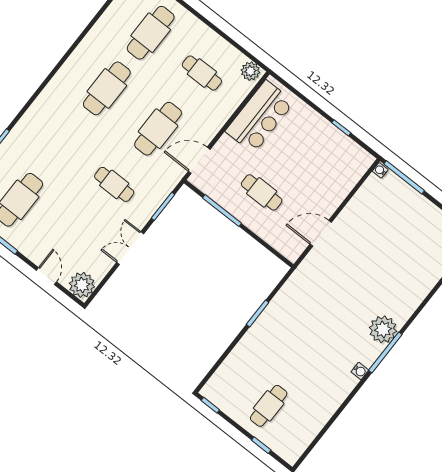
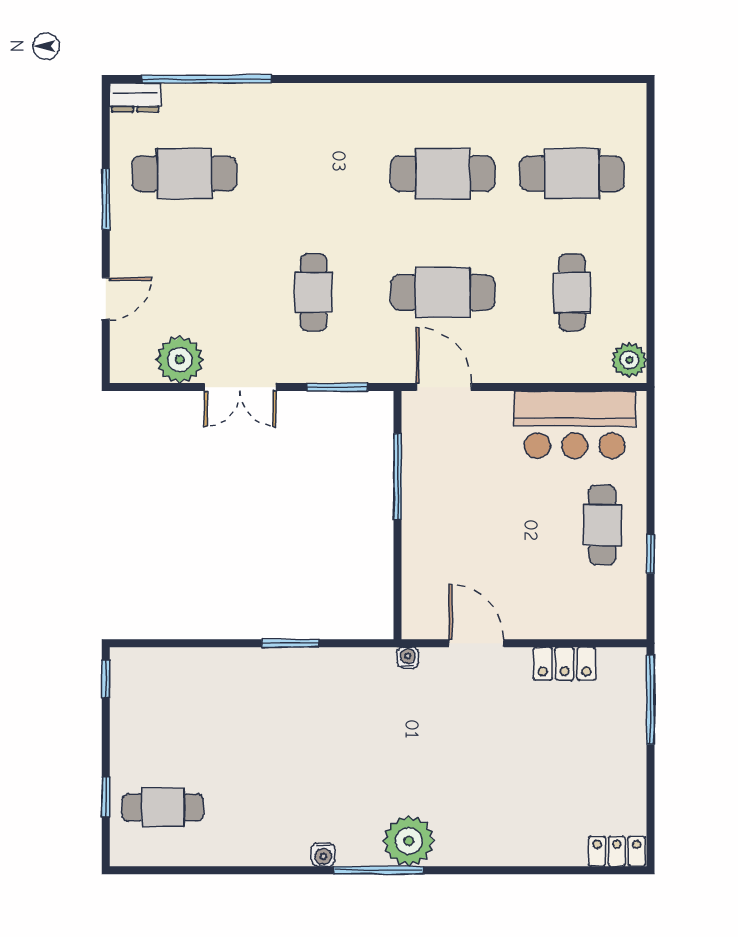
water cooler: (380, 170) -> (408, 658), moved
cafe table: (262, 192) -> (602, 525), moved
locker: (359, 202) -> (565, 664), added
double door: (130, 248) -> (240, 387), swing flipped
plant: (82, 285) -> (180, 360), moved
cafe table: (269, 406) -> (163, 807), moved

